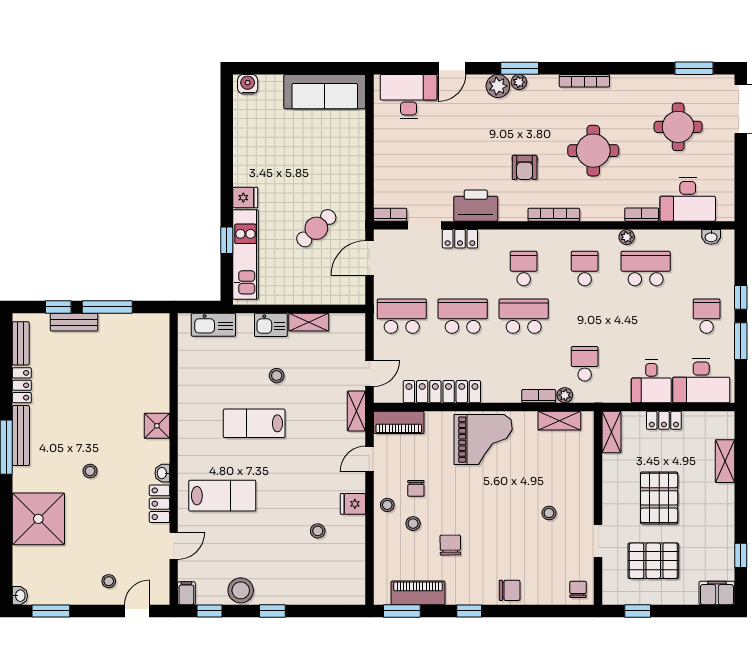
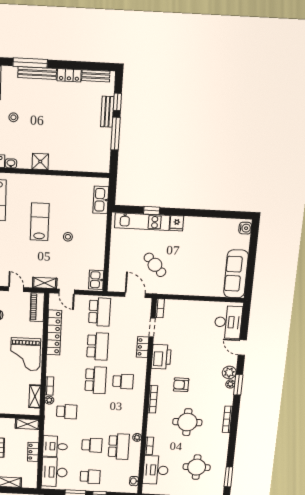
school desk: (585, 268) -> (92, 445), moved
shelving: (309, 322) -> (99, 258), removed
kitchen sink: (271, 325) -> (96, 280), moved

